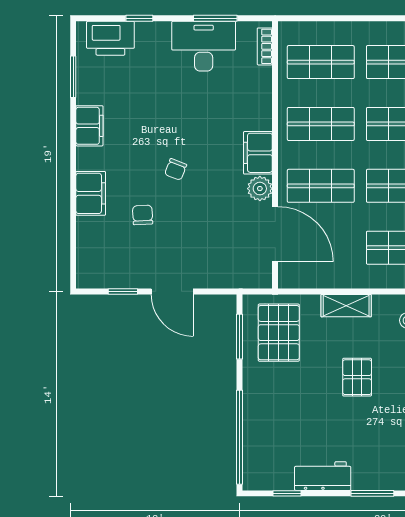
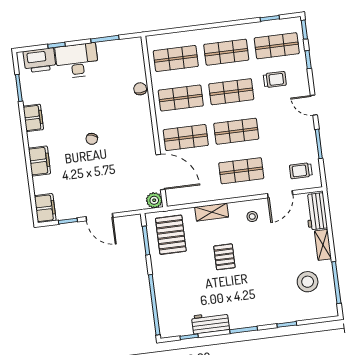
desk: (204, 46) -> (77, 61), moved
bookcase: (265, 46) -> (139, 53), removed
filing cabinet: (258, 153) -> (45, 208), moved, turned 180
plant: (260, 189) -> (154, 200), moved
chair: (143, 215) -> (140, 89), moved

